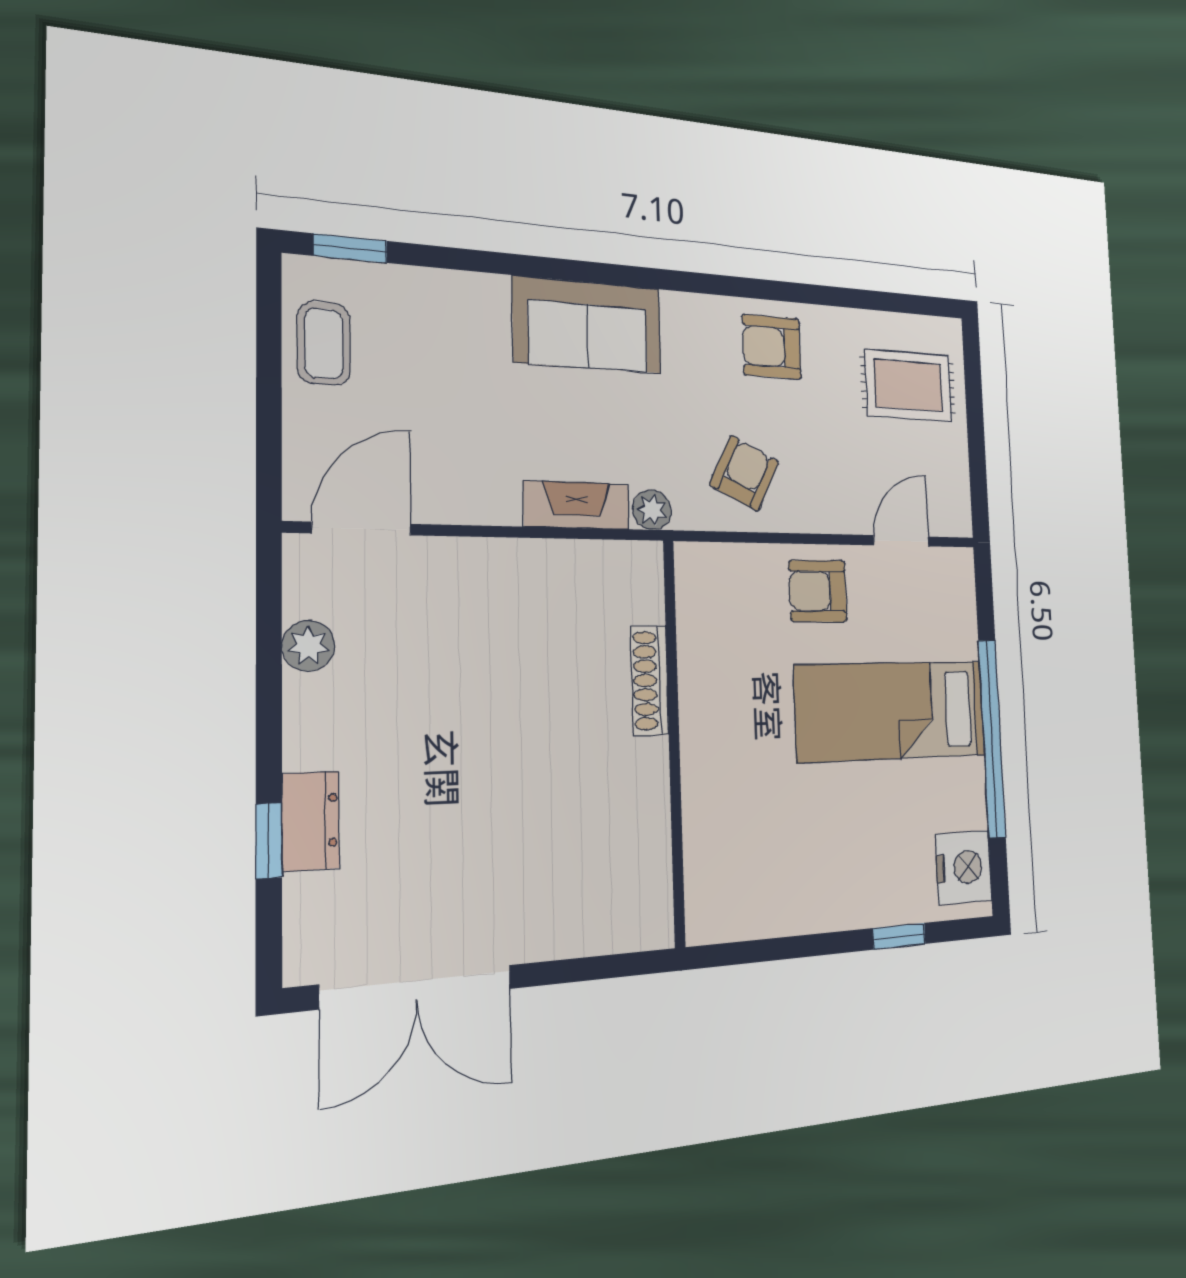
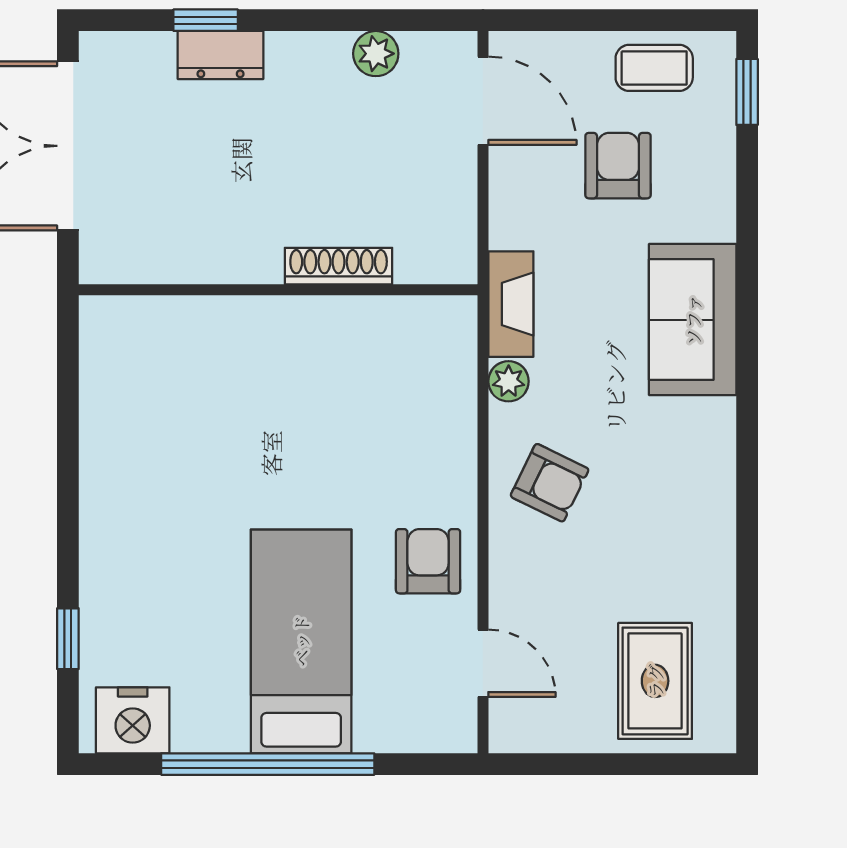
armchair: (772, 347) -> (618, 166), moved
shoe rack: (650, 680) -> (339, 266), moved
wall: (674, 741) -> (278, 290), moved

